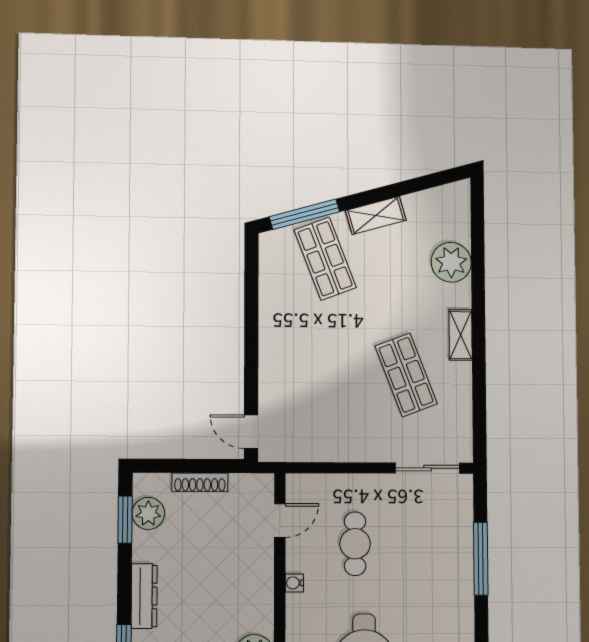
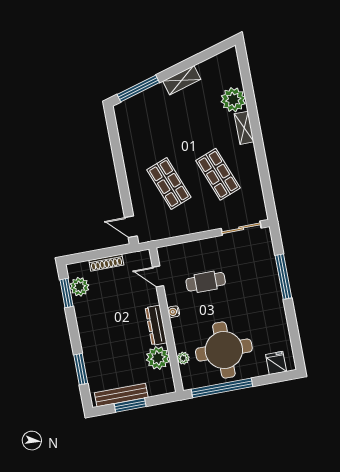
shop shelf: (325, 259) -> (169, 183), moved
shelving: (461, 335) -> (244, 128), moved
door: (280, 521) -> (158, 276), swing flipped
cafe table: (355, 544) -> (206, 282), turned 90
dresser: (144, 596) -> (156, 325), moved, turned 180

